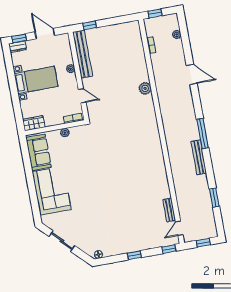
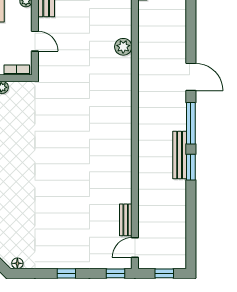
door: (192, 74) -> (191, 77), moved
window: (214, 198) -> (191, 167), moved

